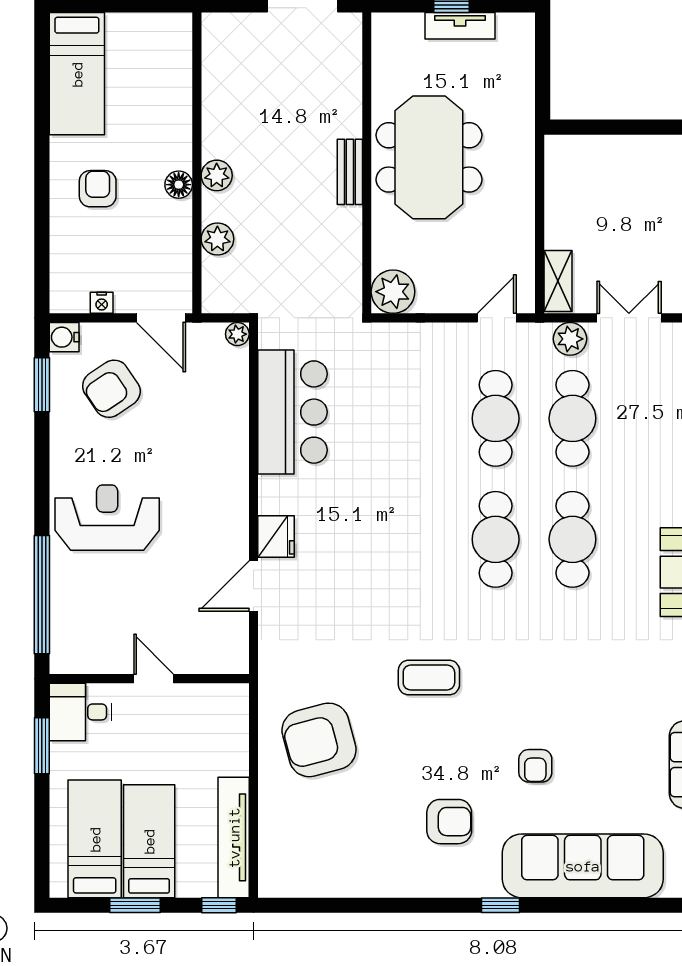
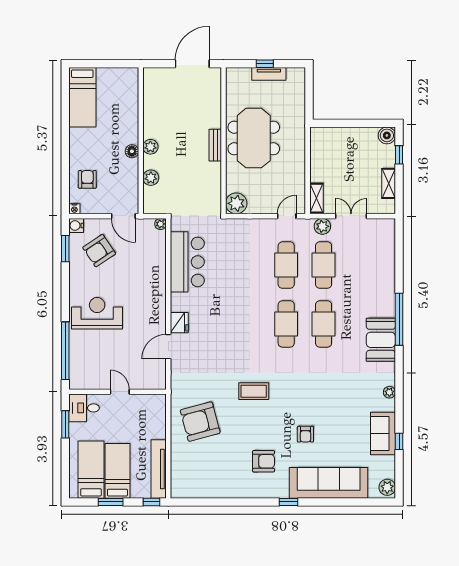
armchair: (98, 189) -> (87, 179), moved
nightstand: (102, 303) -> (74, 209), moved

